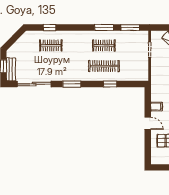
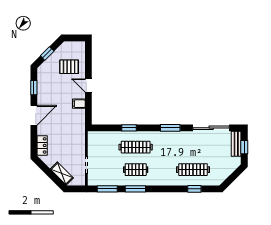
clothes rail: (51, 45) -> (193, 170), width x1.36

